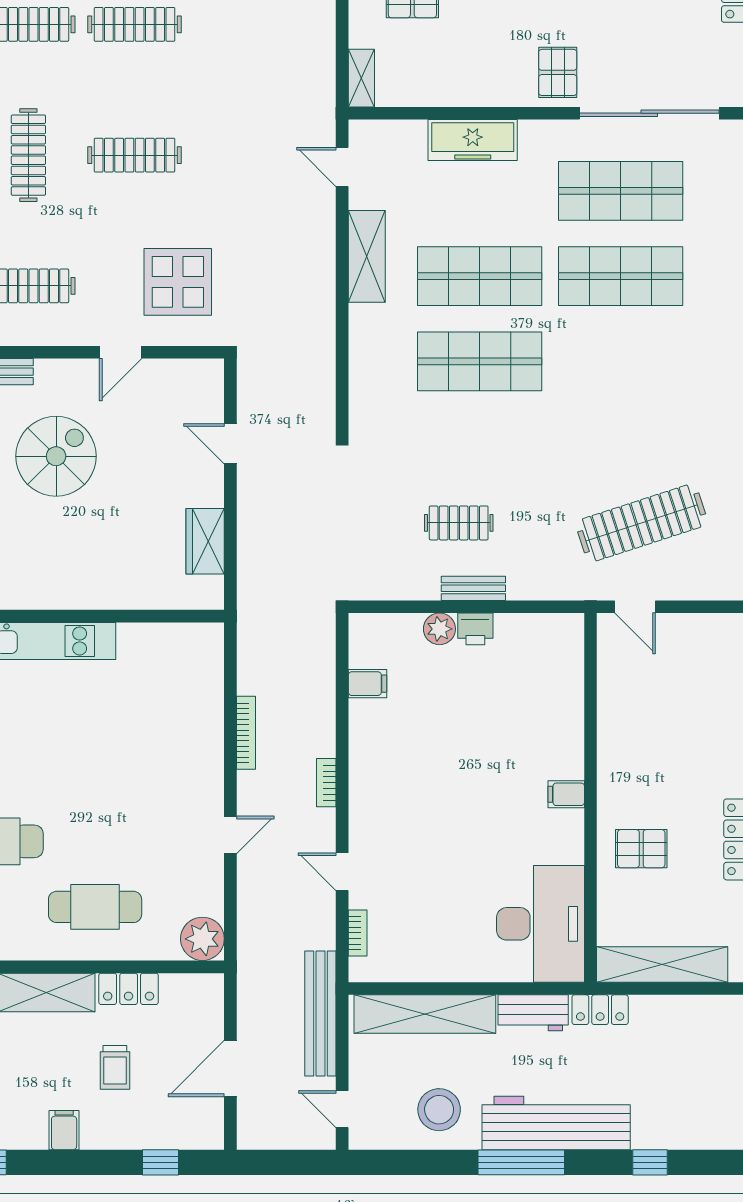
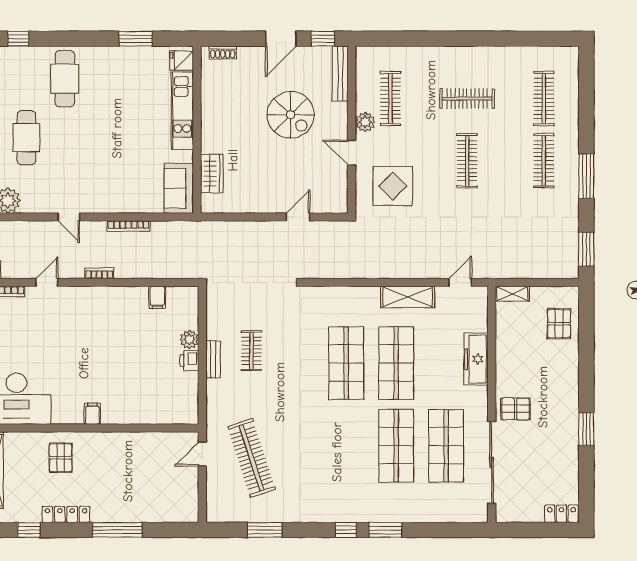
plant: (68, 329) -> (365, 122), added
wardrobe: (205, 541) -> (212, 174), moved, turned 90
sofa: (182, 647) -> (179, 188), added

